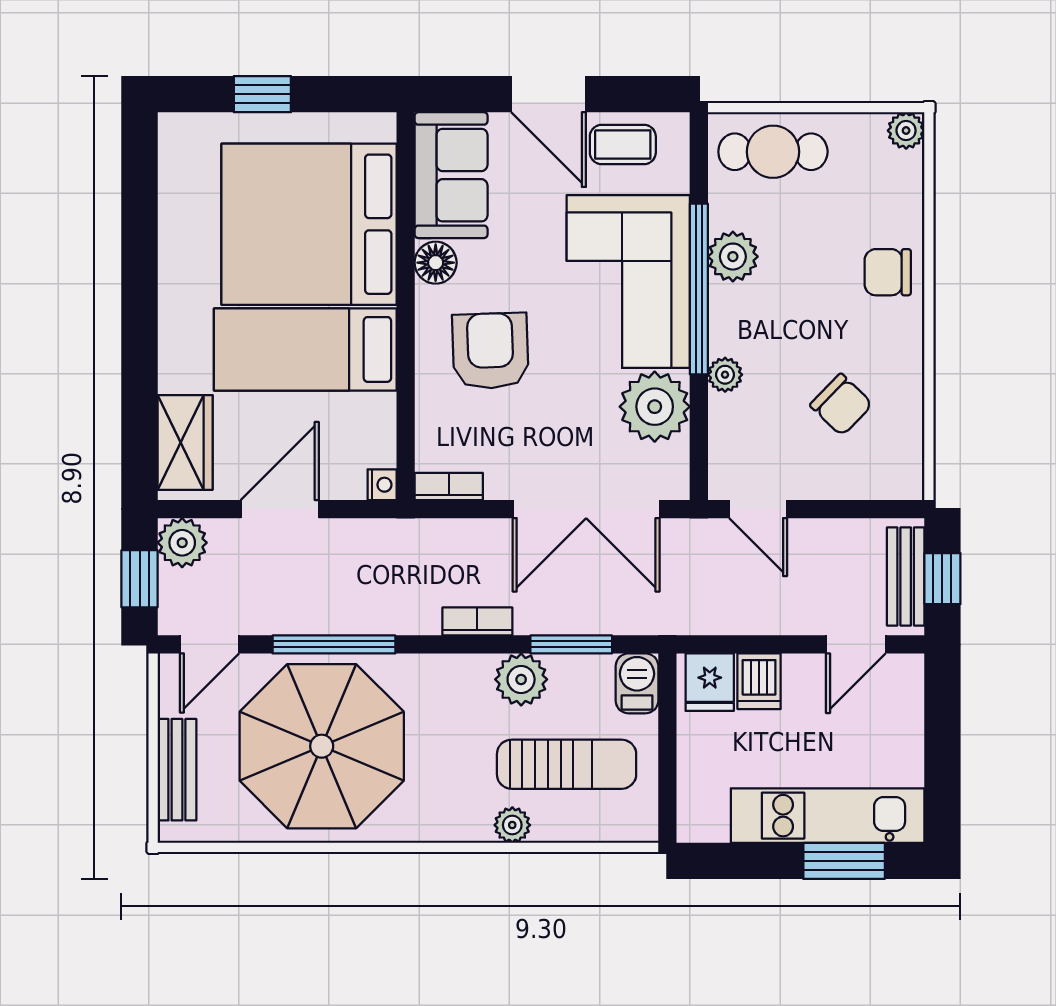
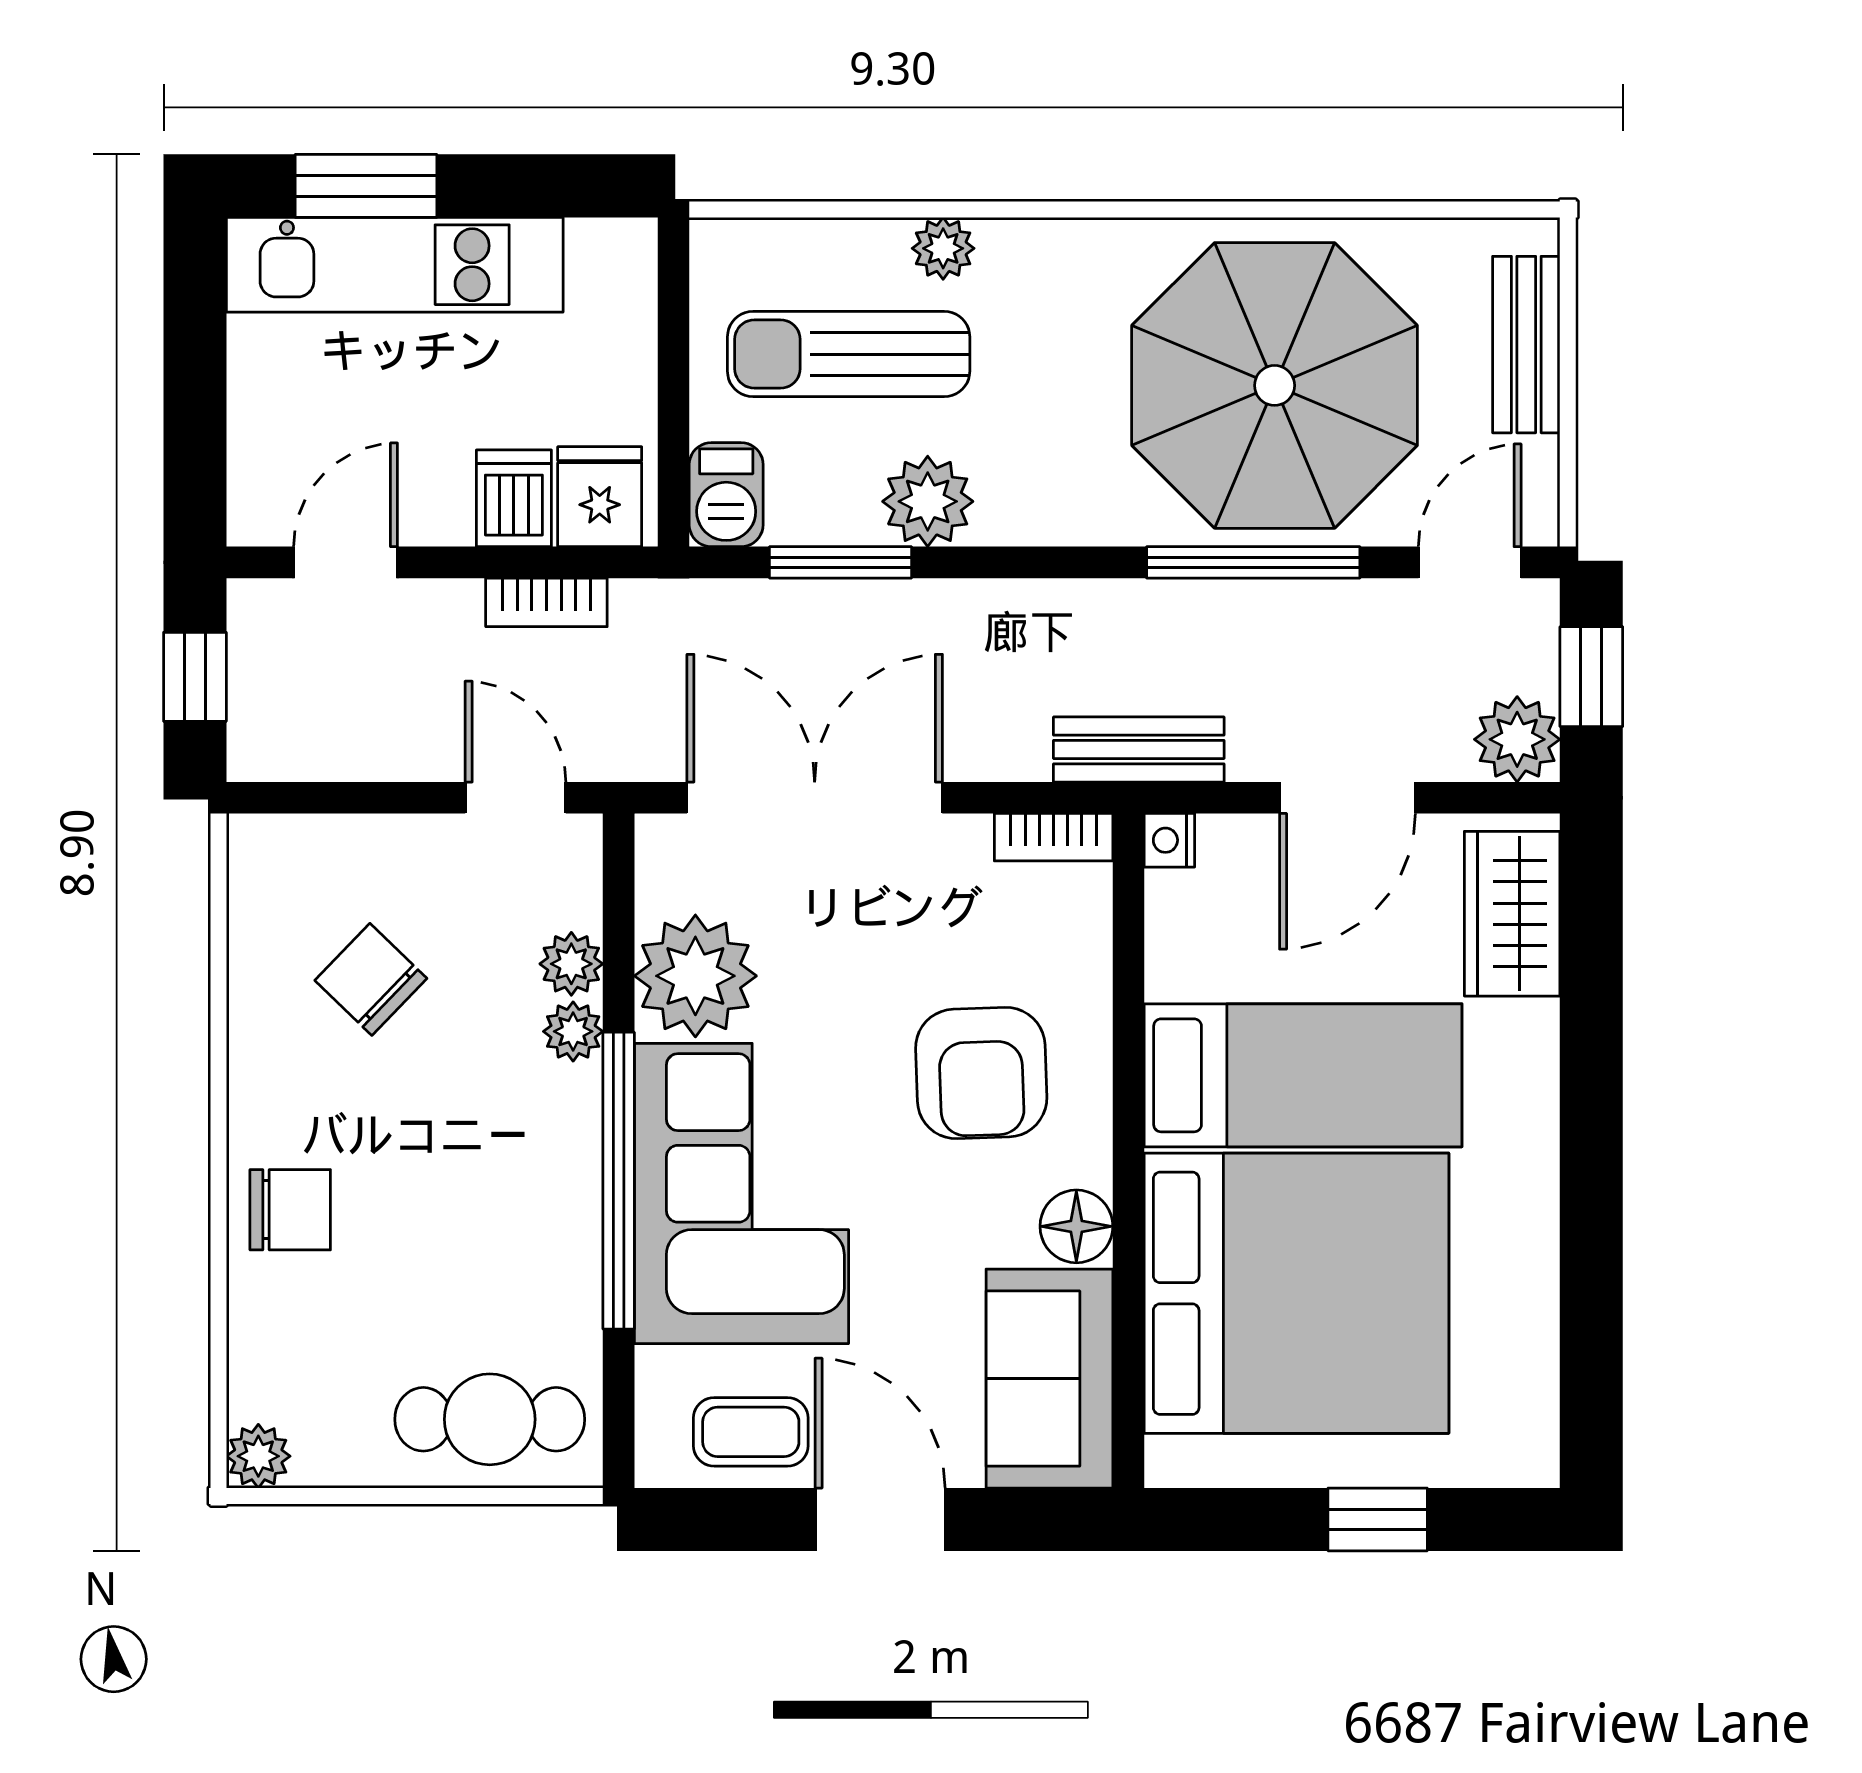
plant: (733, 257) -> (571, 964), moved, width x0.73, depth x0.73
bench: (906, 577) -> (1139, 749), moved, turned 90
bookcase: (477, 621) -> (546, 602), moved

